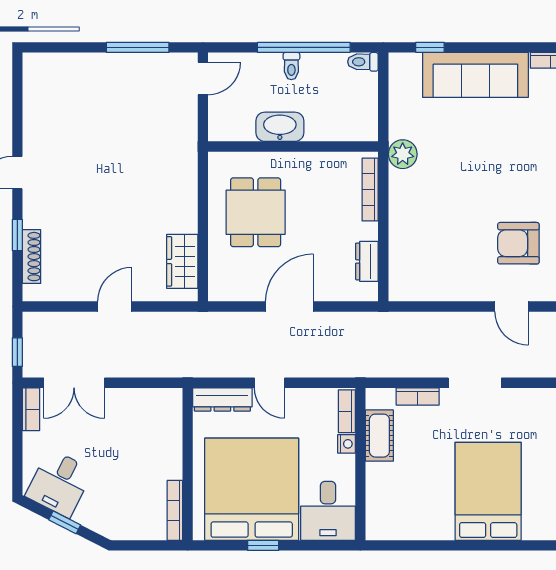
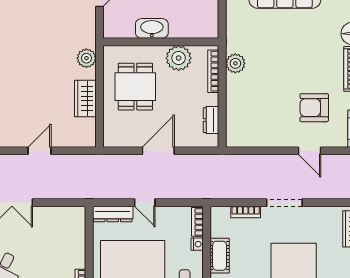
plant: (403, 154) -> (235, 63), moved
plant: (319, 170) -> (179, 58), added
plant: (184, 171) -> (86, 58), added
wardrobe: (182, 261) -> (85, 99), moved
cot: (379, 436) -> (220, 256), moved

